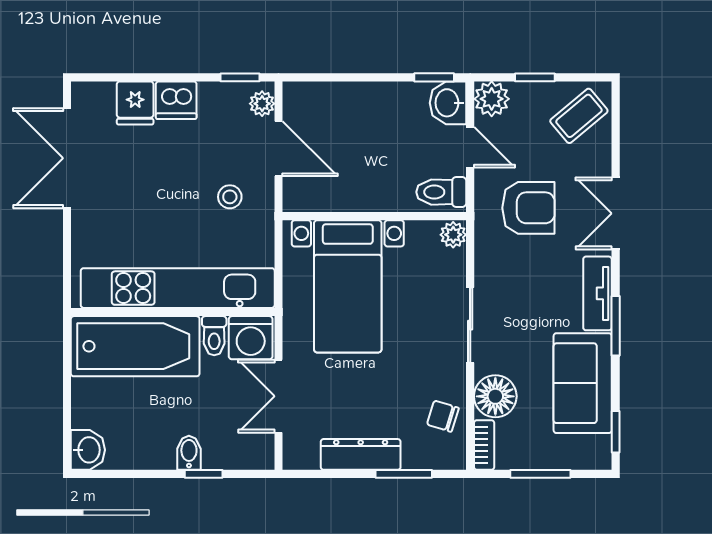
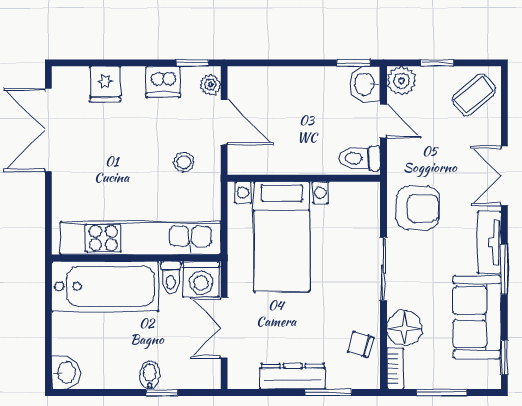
dishwasher: (176, 100) -> (163, 82), moved
armchair: (528, 208) -> (418, 208), moved
plant: (453, 235) -> (369, 194), removed

